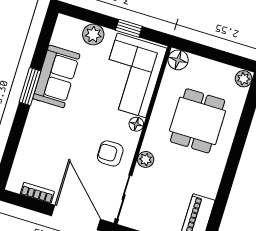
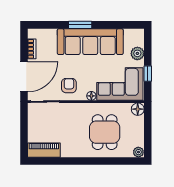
sofa: (56, 76) -> (90, 42), width x1.85, depth x1.27
window: (30, 87) -> (80, 25), moved
dining table: (198, 121) -> (105, 132), turned 90
plant: (146, 159) -> (72, 108), removed

